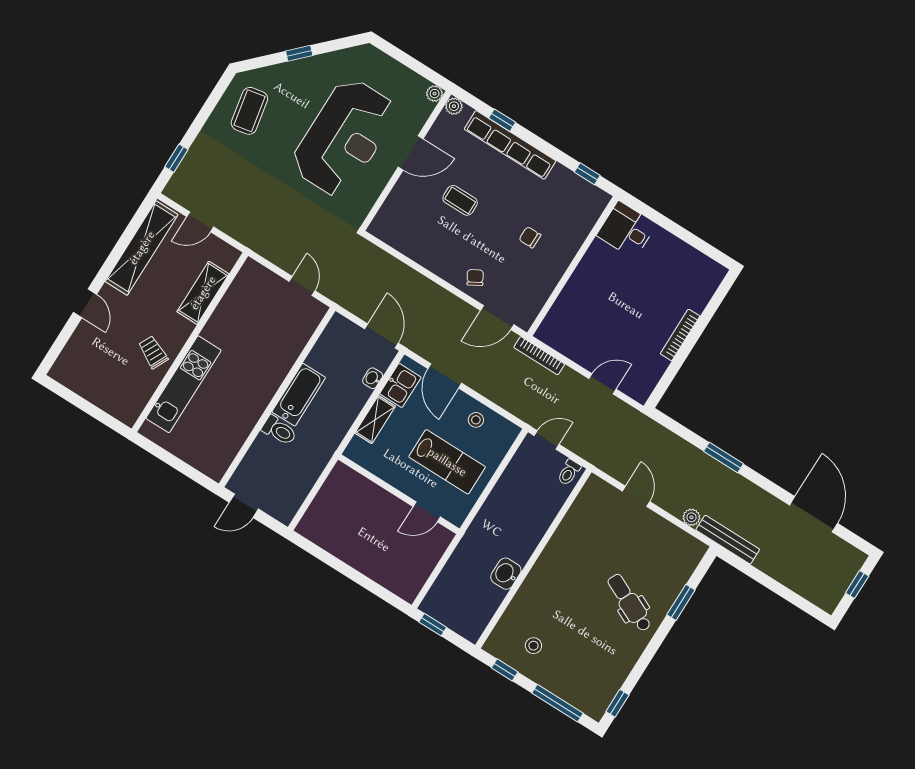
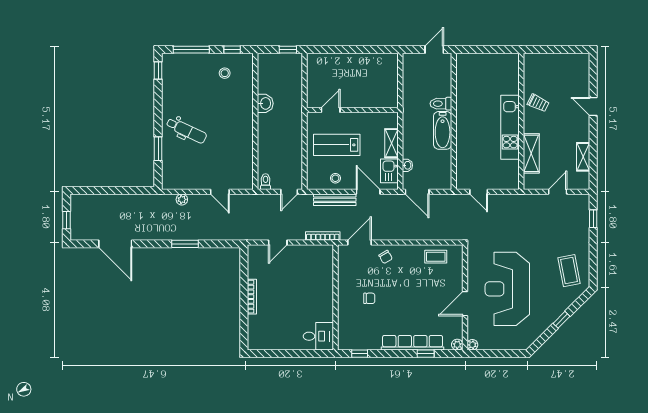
coffee table: (460, 200) -> (436, 257), moved
shelving: (142, 248) -> (583, 157), width x0.45, depth x0.75
kitchen unit: (184, 384) -> (510, 127), moved
bench: (728, 540) -> (335, 200), moved

